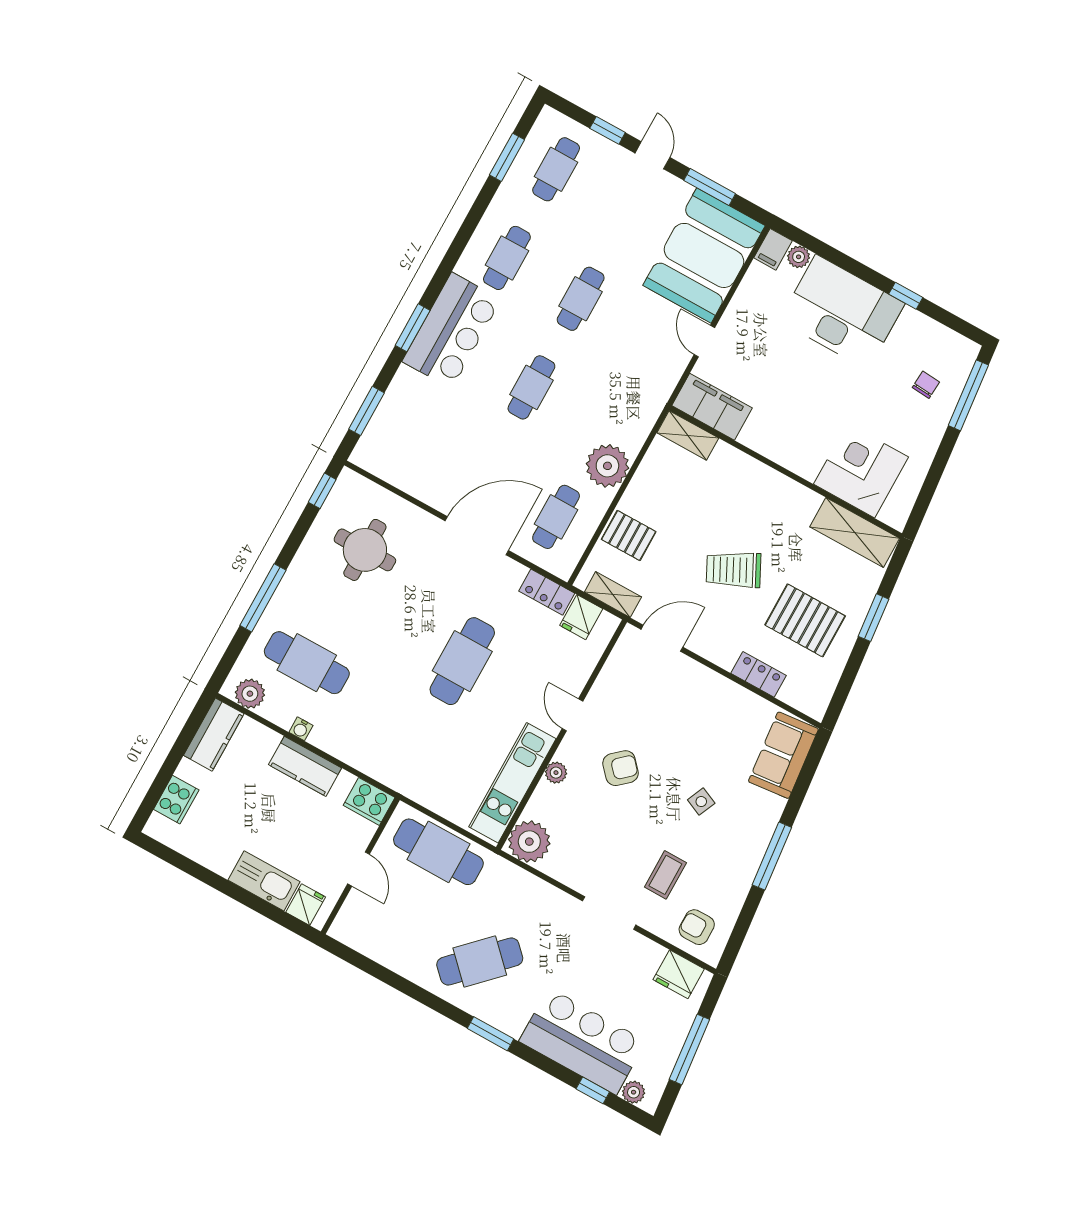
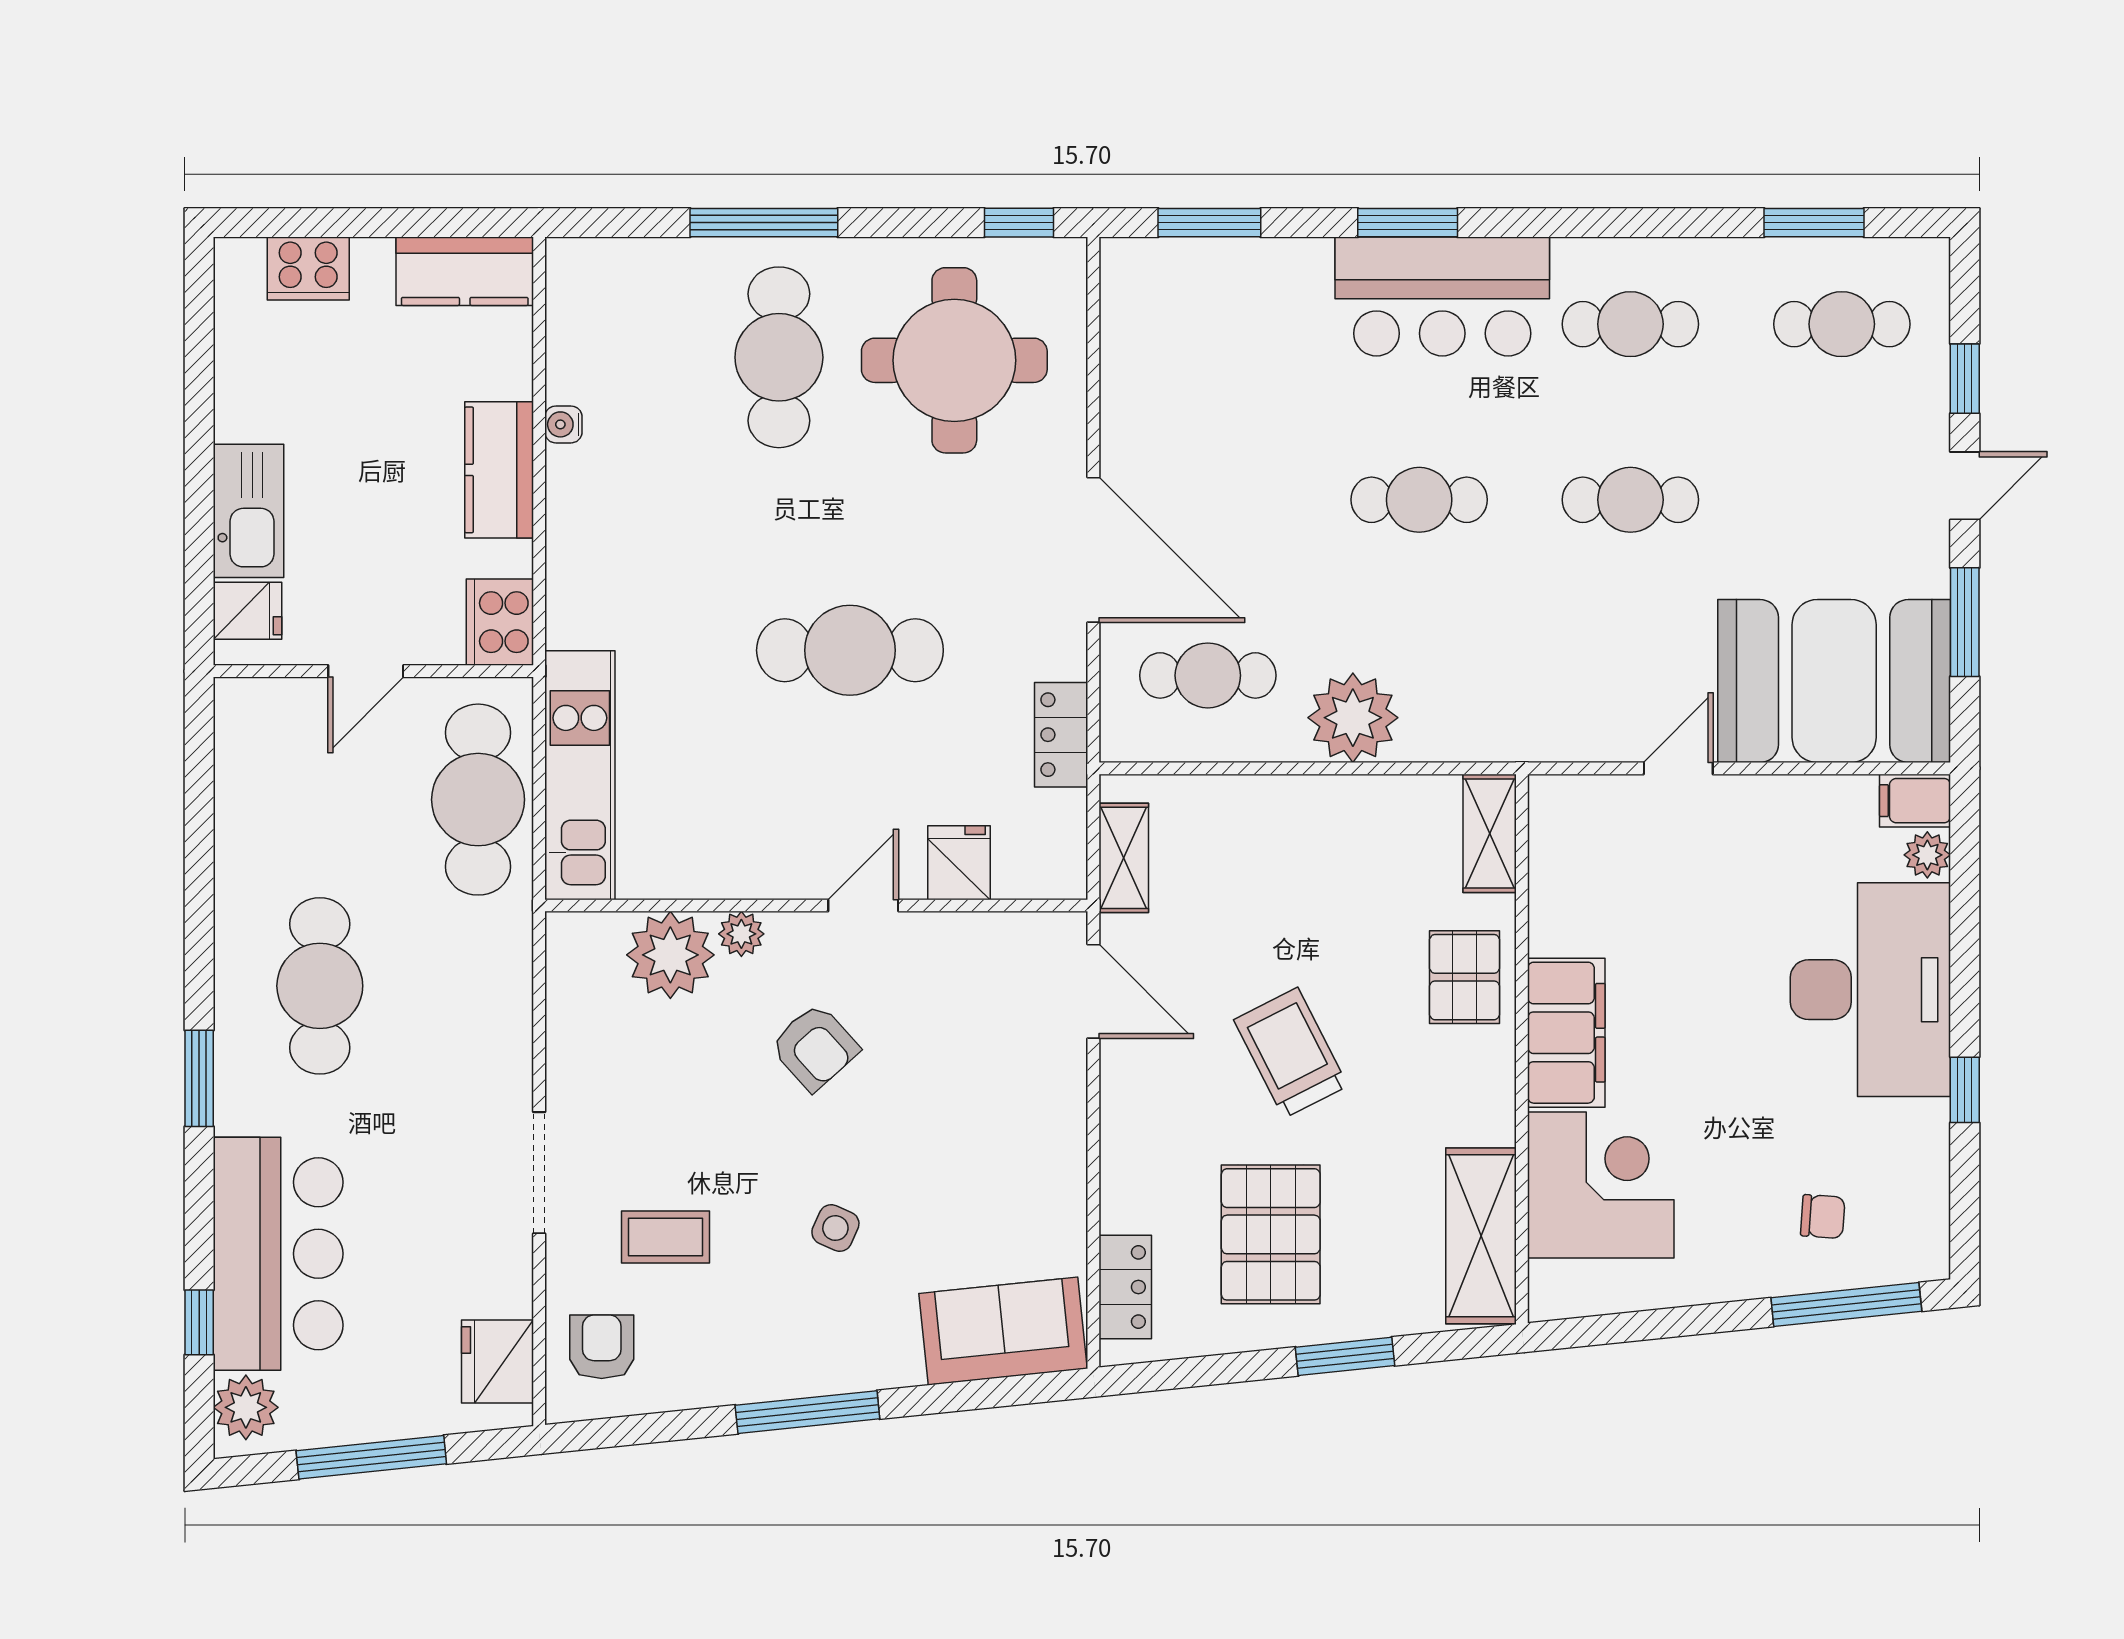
filing cabinet: (712, 407) -> (1566, 1033), moved
pallet: (629, 535) -> (1465, 977), moved
round table: (365, 550) -> (954, 360), width x1.36, depth x1.36
fridge: (581, 617) -> (959, 863), moved, turned 90
cafe table: (307, 663) -> (779, 357), moved
locker: (759, 674) -> (1125, 1287), moved
plant: (250, 694) -> (576, 296), removed
kitchen unit: (512, 783) -> (580, 775), moved, turned 90
plant: (529, 842) -> (670, 955), moved
cafe table: (480, 961) -> (320, 986), turned 45
plant: (634, 1092) -> (246, 1407), width x1.38, depth x1.38

